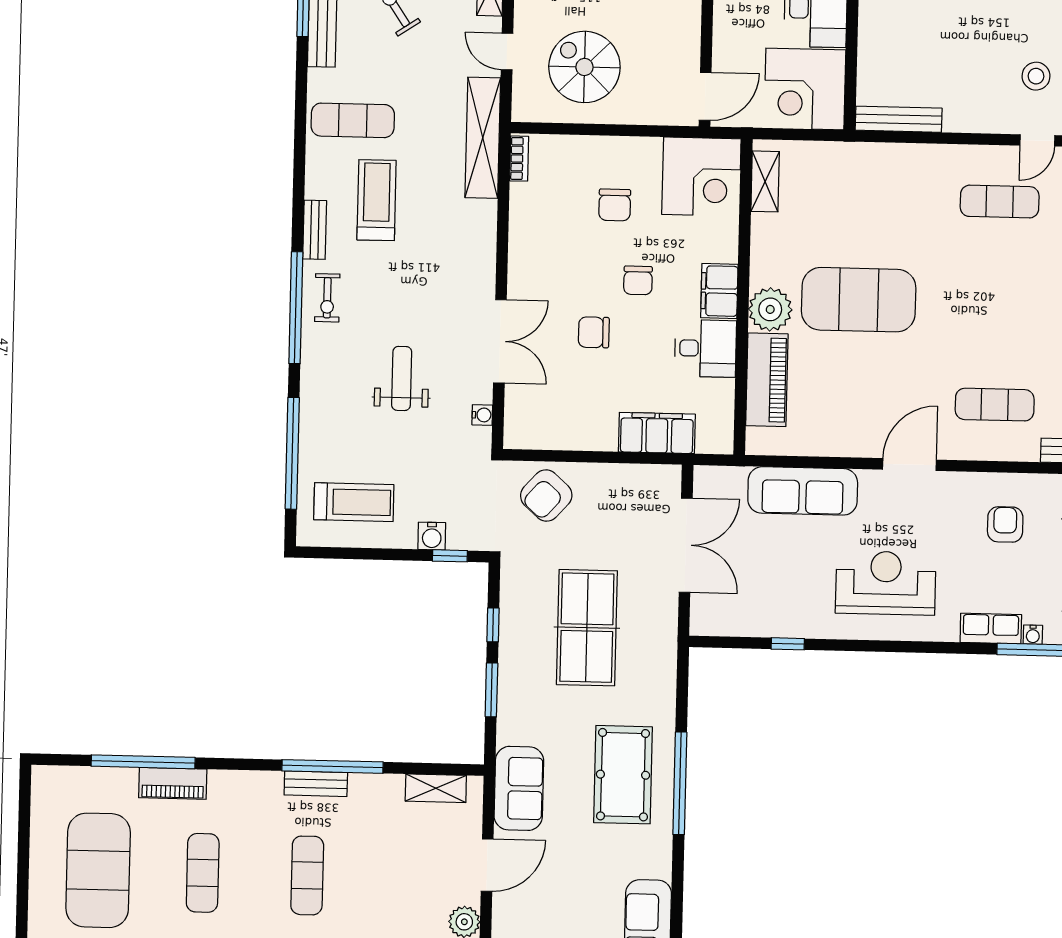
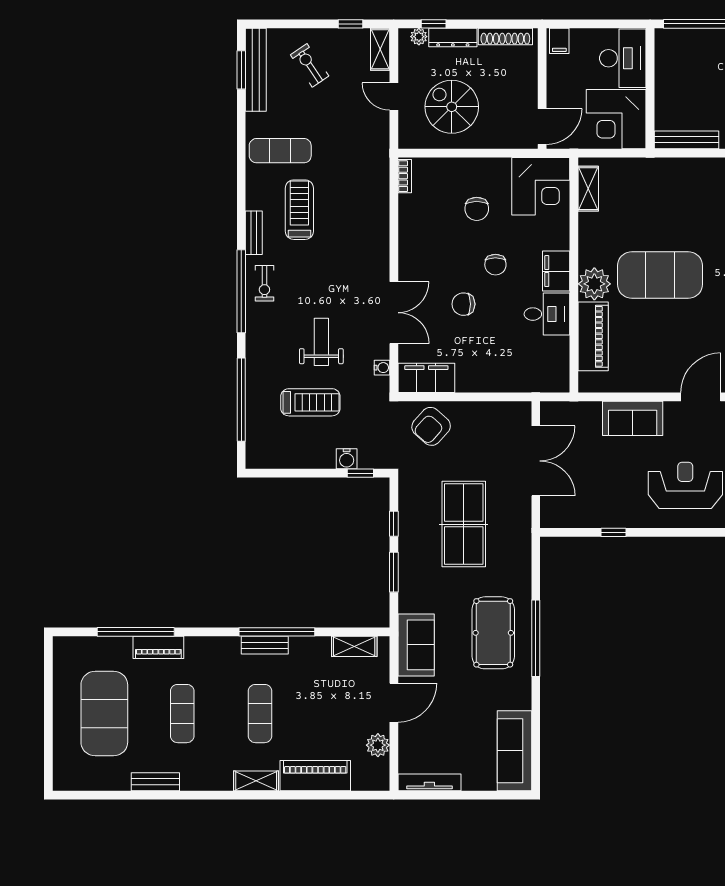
shelving: (483, 138) -> (377, 161), removed
filing cabinet: (657, 433) -> (426, 378), moved
sofa: (803, 491) -> (633, 418), width x0.73
treadmill: (354, 502) -> (310, 402), moved

